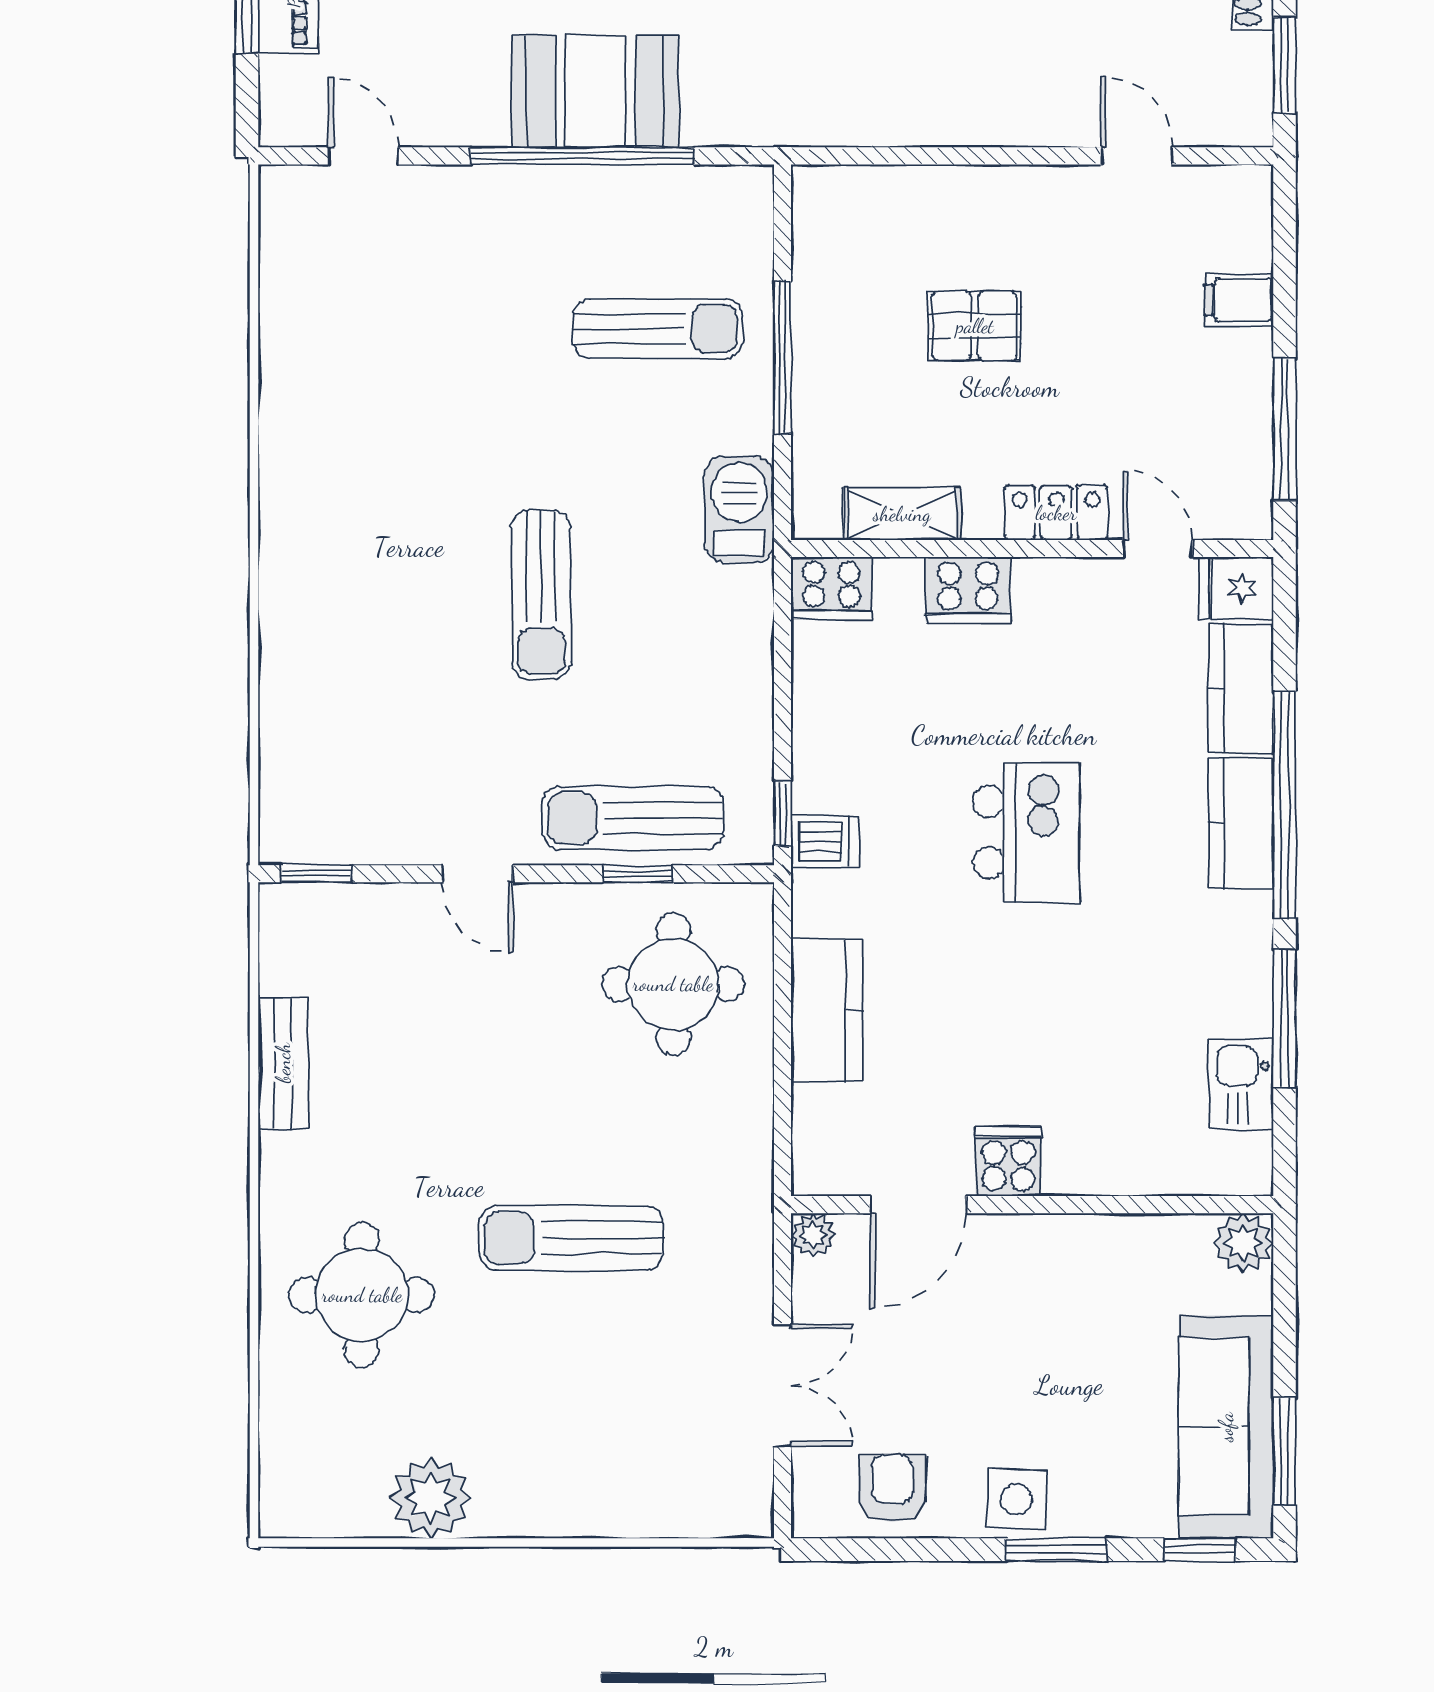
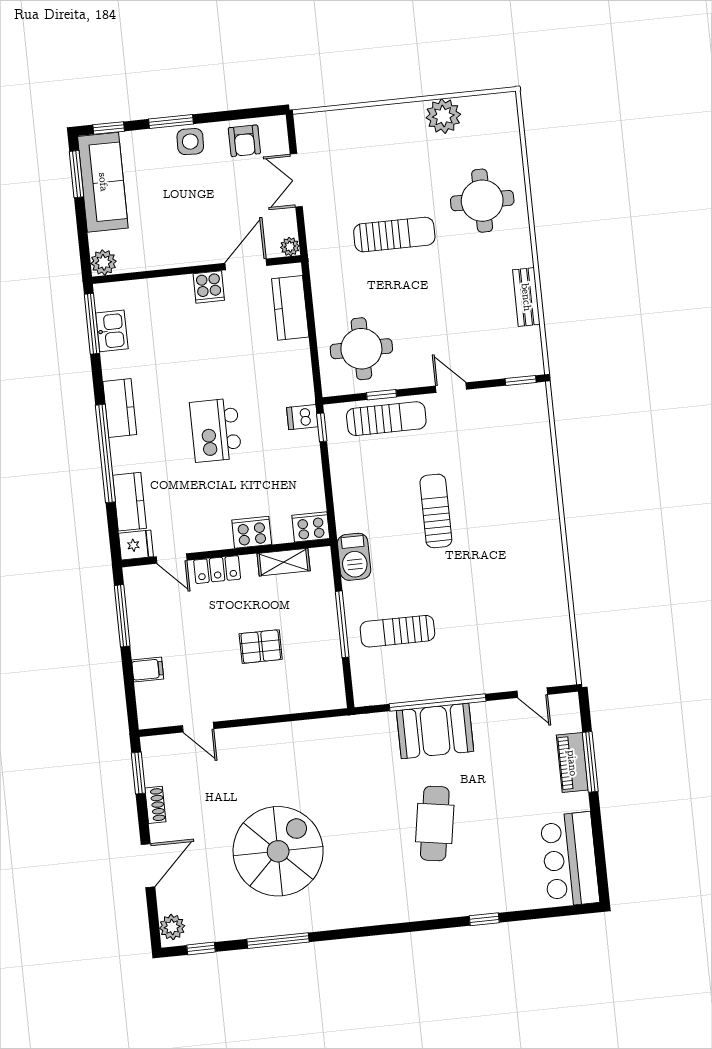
kitchen counter: (1241, 823) -> (120, 408), moved
kitchen counter: (827, 1011) -> (290, 308), moved
window: (1285, 1018) -> (92, 324), moved

